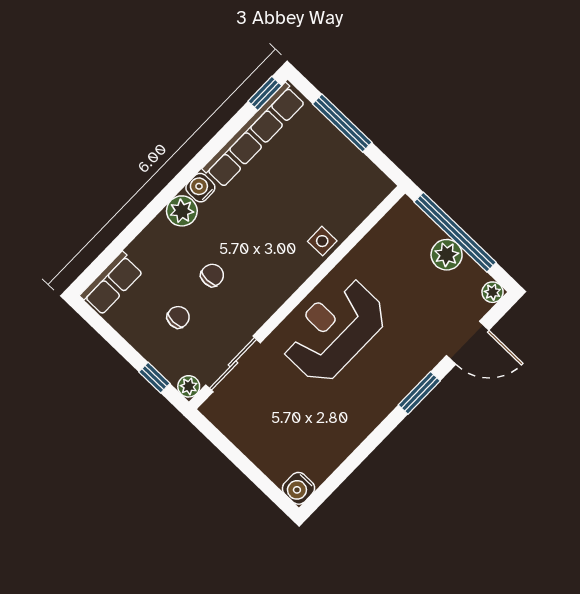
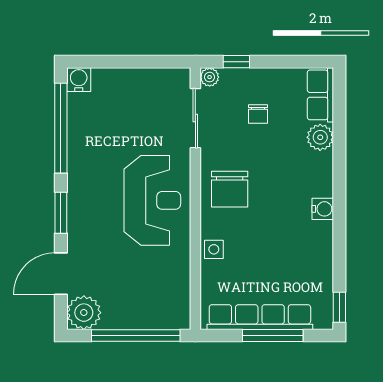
row of seats: (254, 135) -> (260, 317), moved, turned 90
plant: (182, 211) -> (320, 137), moved
plant: (447, 255) -> (127, 316), removed
chair: (212, 275) -> (230, 189), moved, width x1.87, depth x1.87
plant: (493, 292) -> (84, 313), width x1.87, depth x1.87
window: (352, 463) -> (61, 128), added

